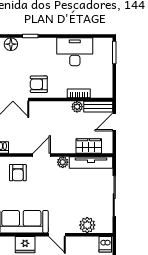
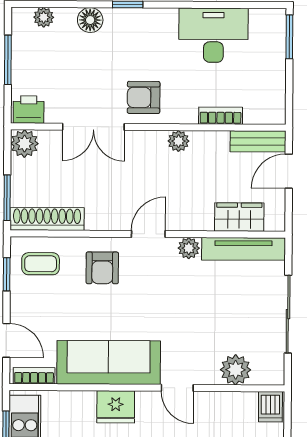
plant: (77, 107) -> (178, 141), moved

